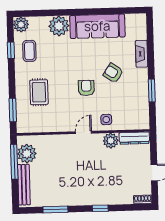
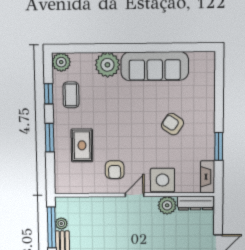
fireplace: (142, 54) -> (208, 177), moved
armchair: (86, 88) -> (115, 170), moved, turned 180
window: (13, 110) -> (50, 138), moved
side table: (106, 119) -> (162, 180), width x1.87, depth x1.87
plant: (27, 154) -> (61, 224), width x0.53, depth x0.53

